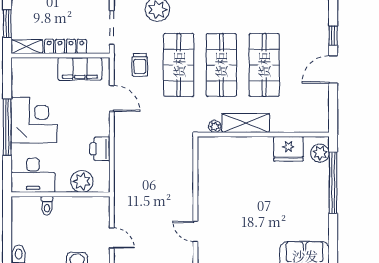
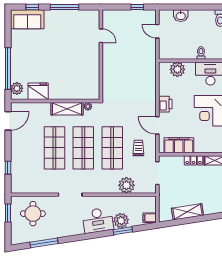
locker: (65, 46) -> (194, 160), width x0.66
door: (333, 69) -> (8, 121), moved
printer: (100, 149) -> (165, 104), moved

